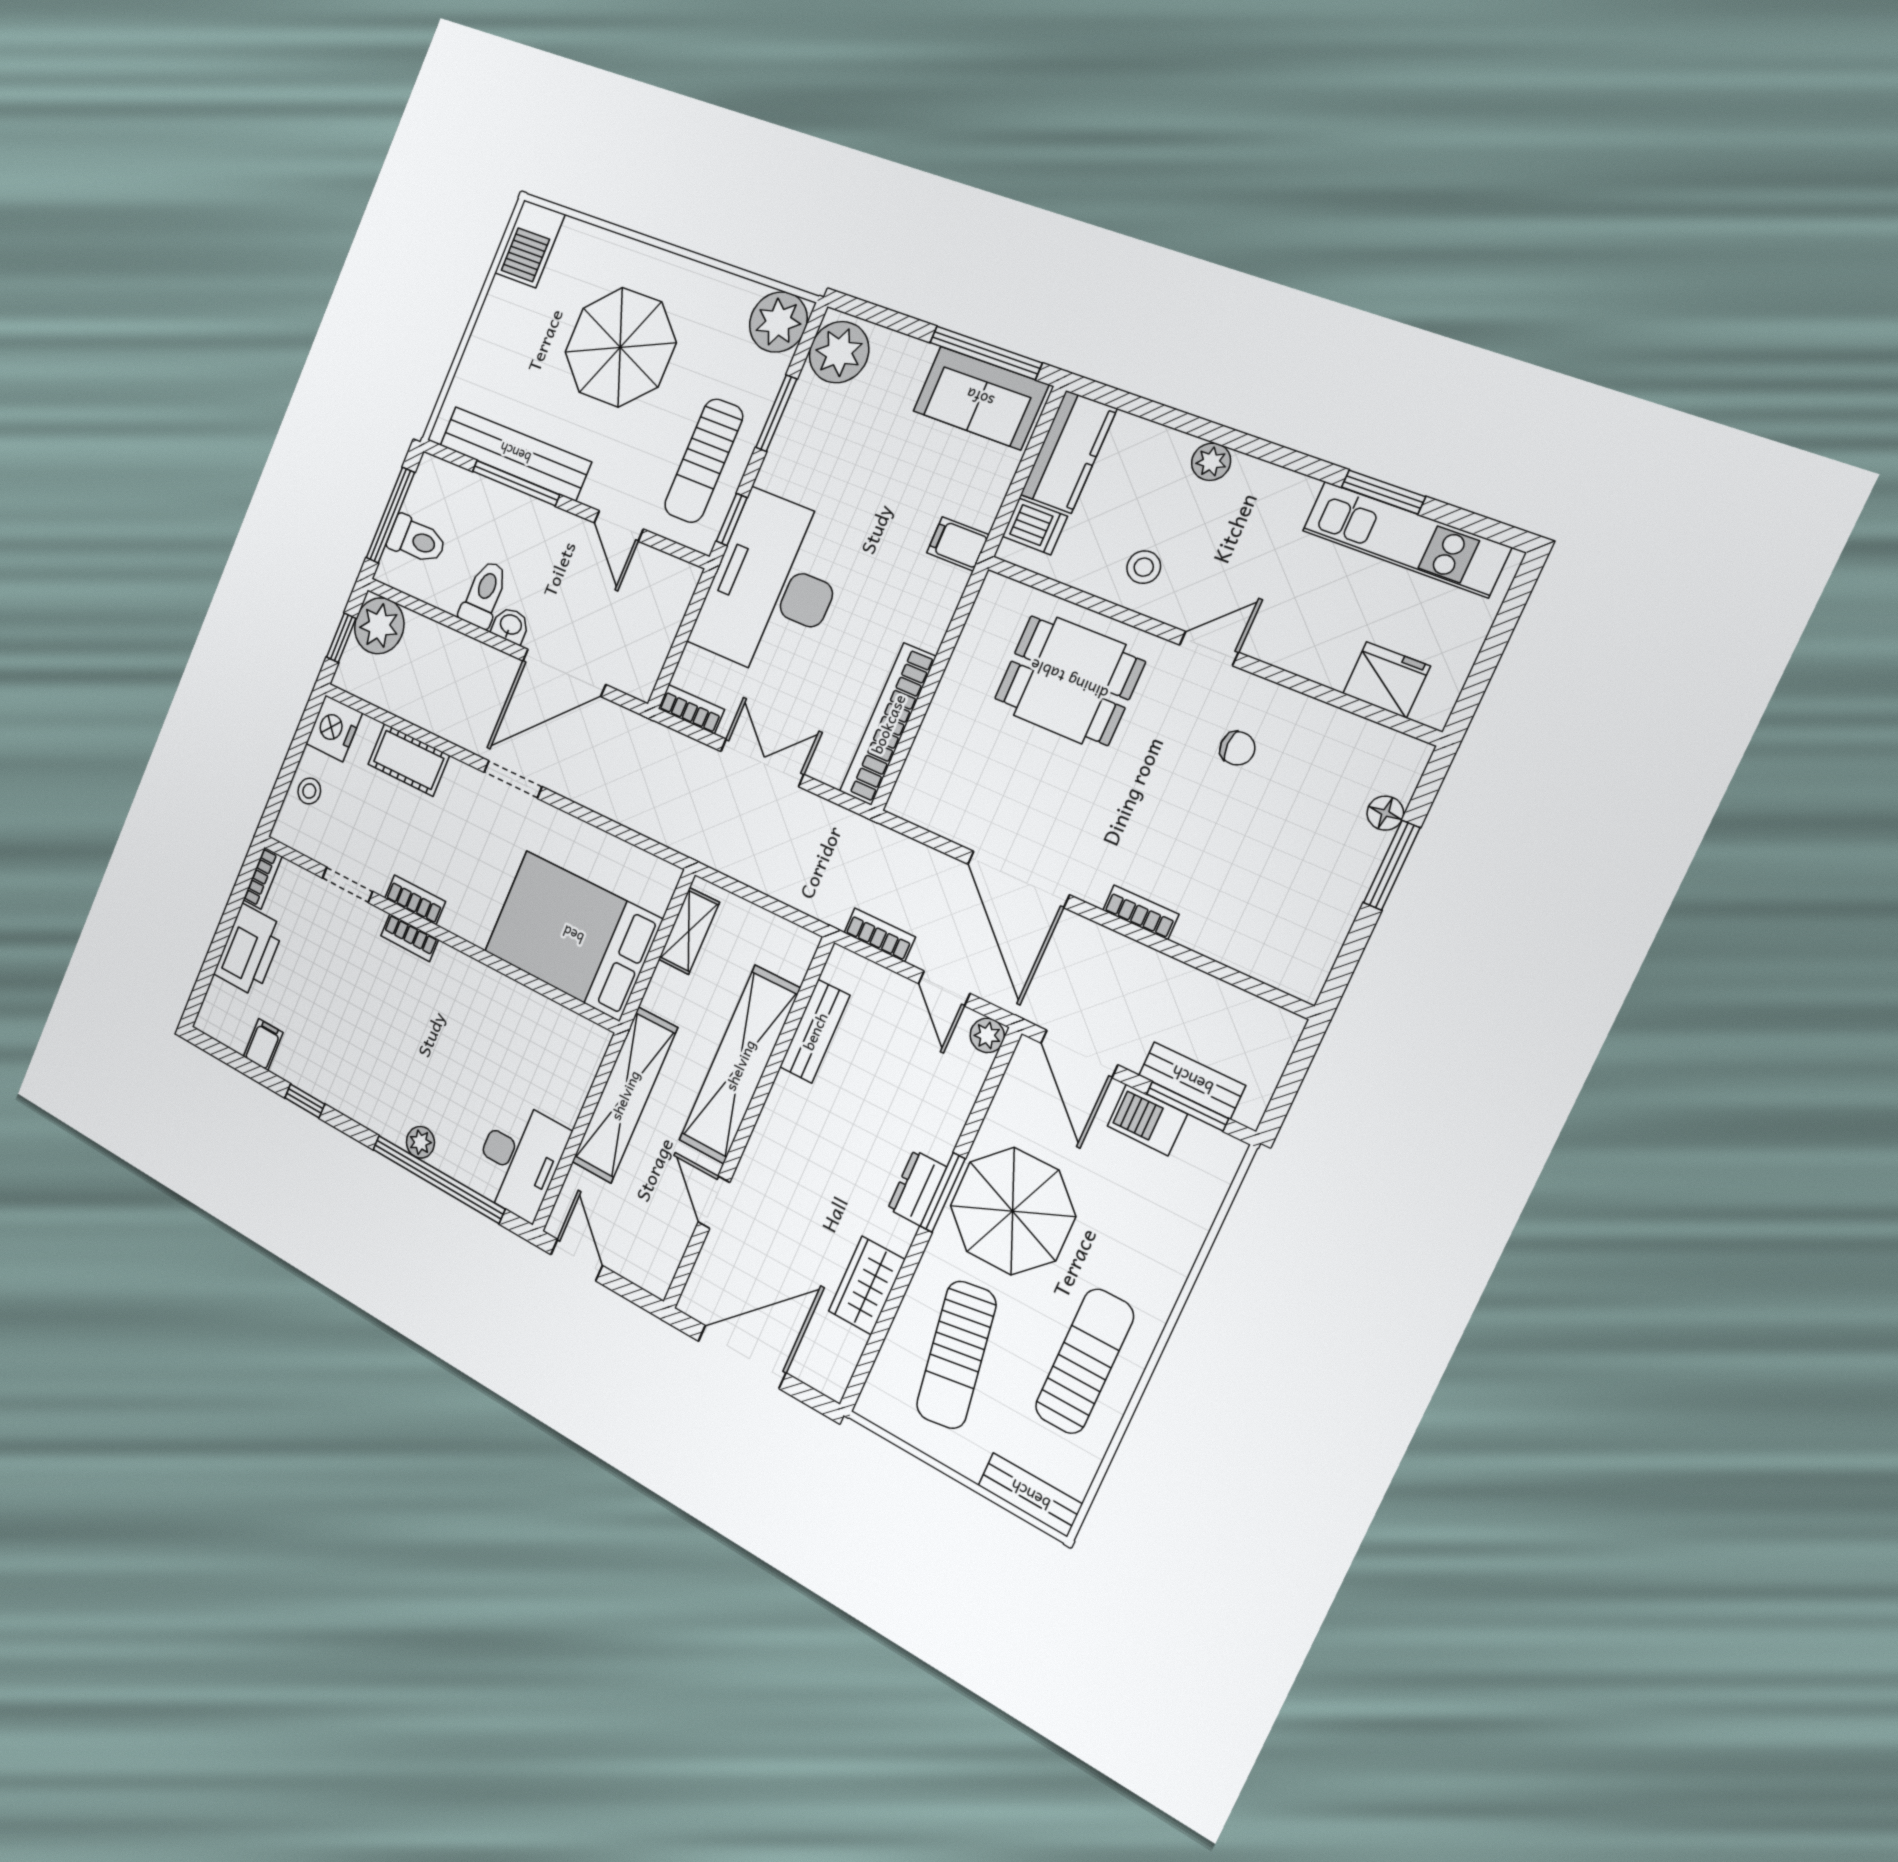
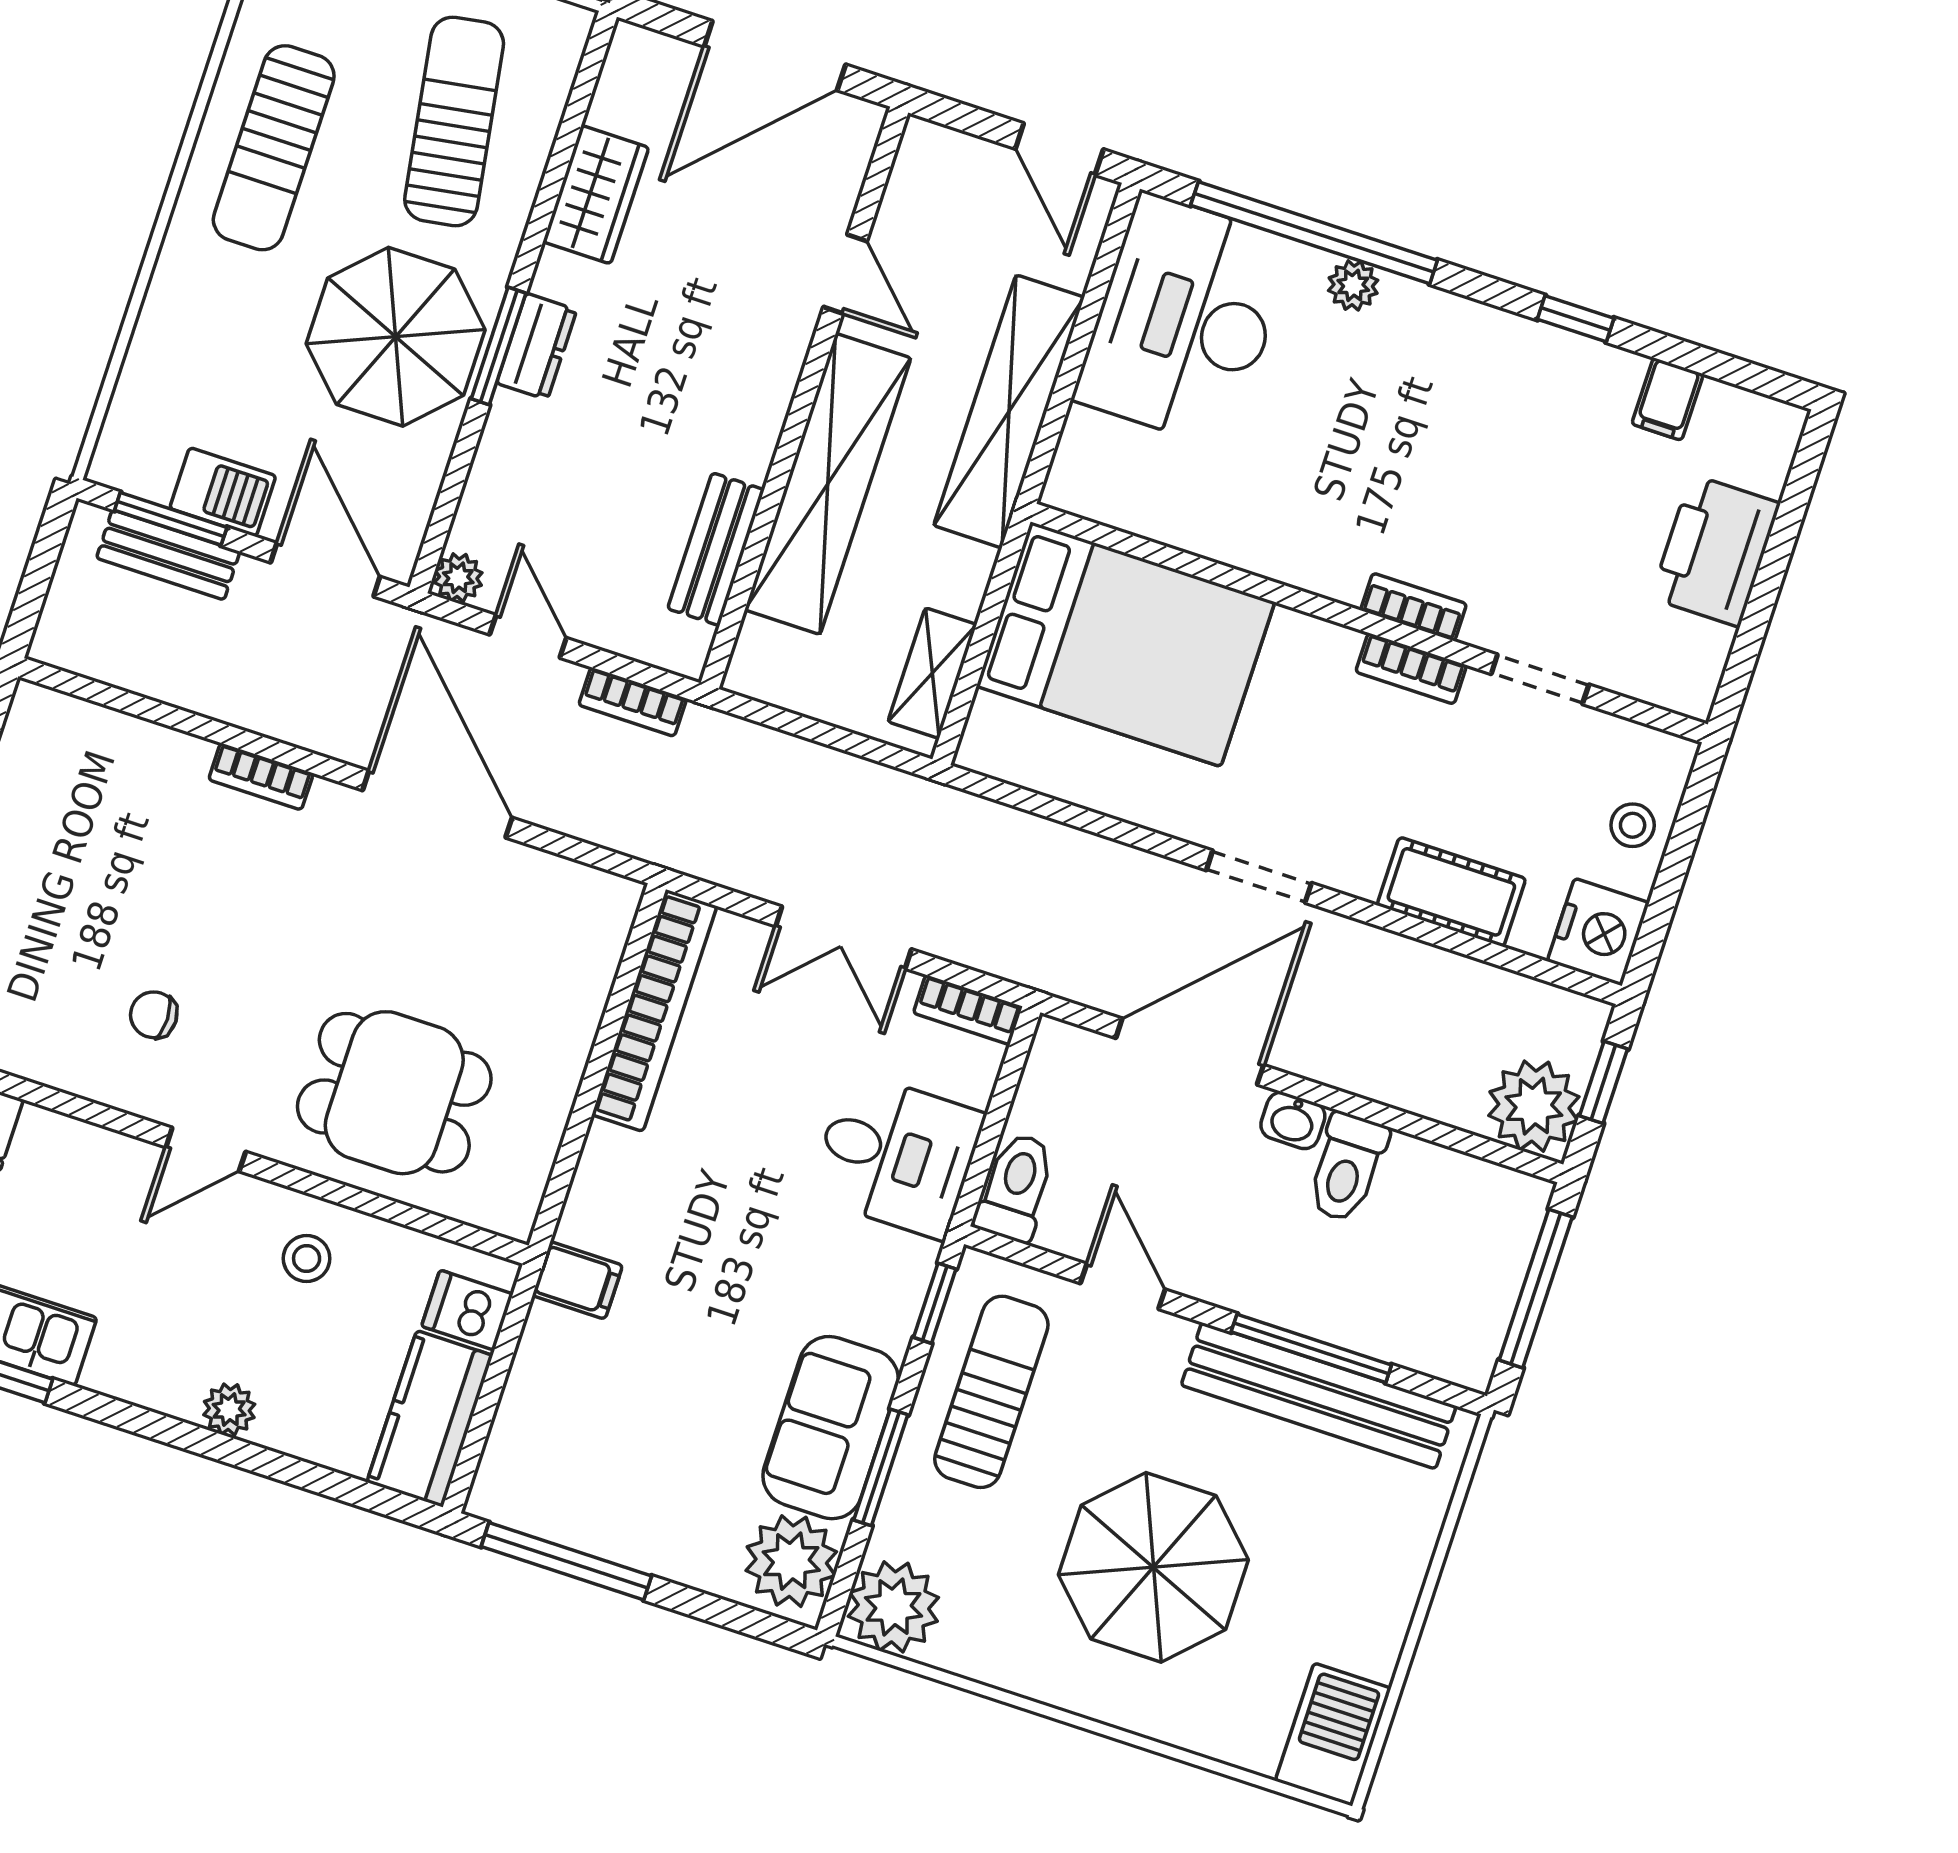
sofa: (980, 398) -> (831, 1428), moved, turned -90
toilet: (417, 540) -> (1016, 1187), moved, turned 90
desk: (773, 586) -> (896, 1155), width x0.53, depth x0.77
bookcase: (263, 878) -> (1705, 673), removed
desk: (519, 1159) -> (1184, 321), width x1.36, depth x1.30

